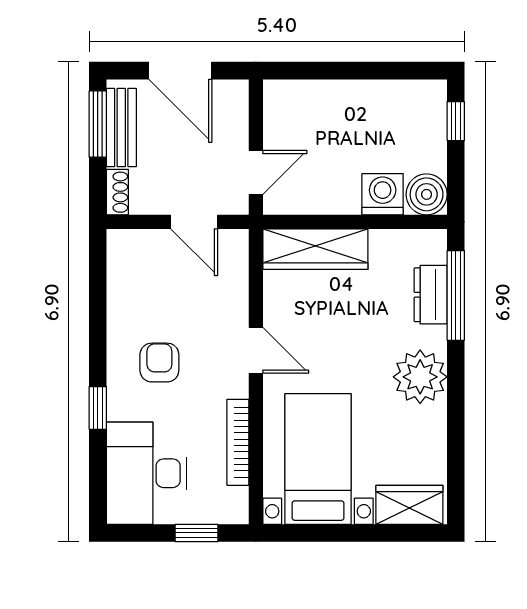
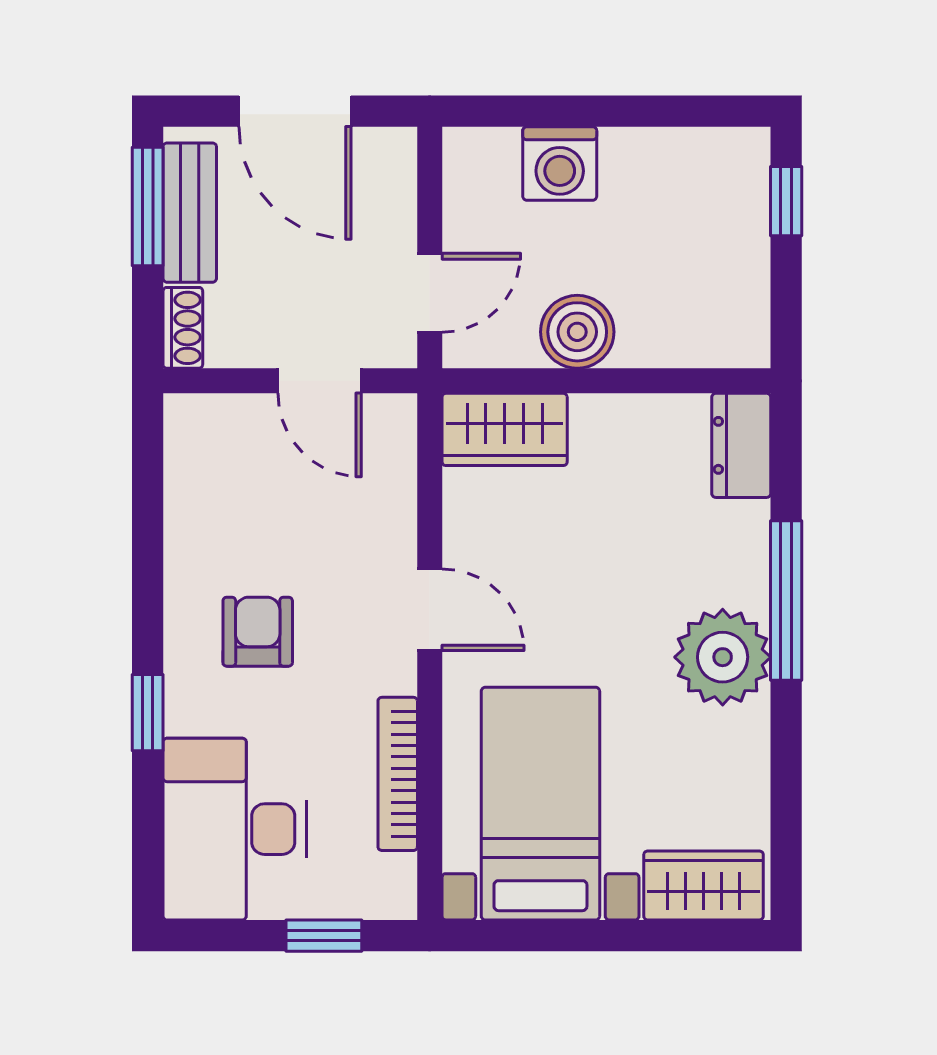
washing machine: (383, 194) -> (560, 164), moved, turned 180
boiler: (427, 194) -> (577, 332), moved
wardrobe: (315, 249) -> (505, 429), width x0.67
dresser: (431, 295) -> (741, 445), moved
window: (456, 295) -> (786, 600), moved

